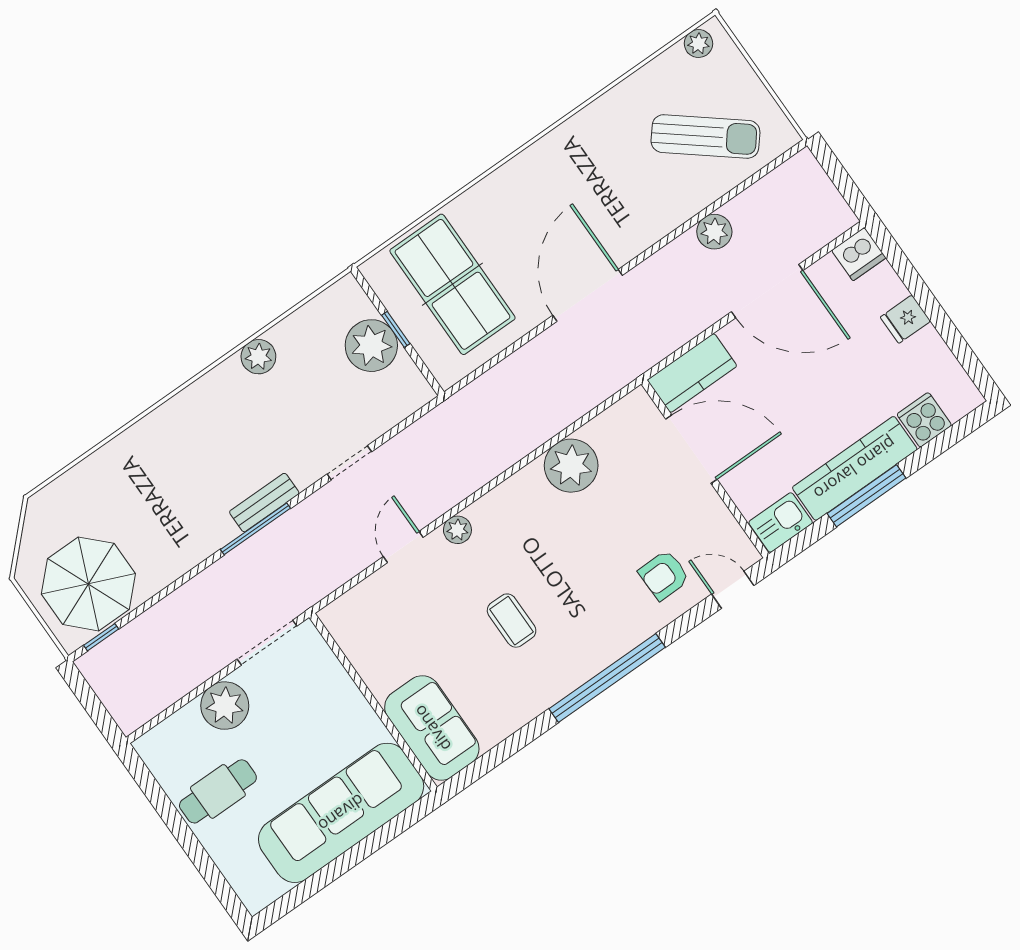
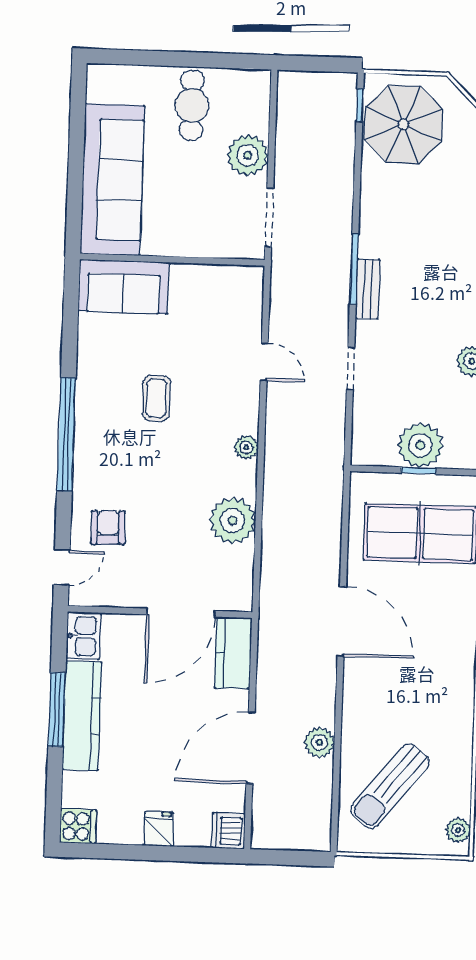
cooker: (924, 420) -> (78, 826), moved
plant: (457, 530) -> (246, 447), moved
coffee table: (512, 621) -> (156, 398), turned 90

